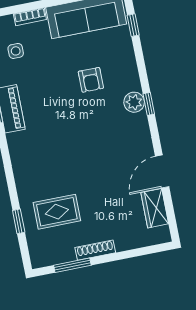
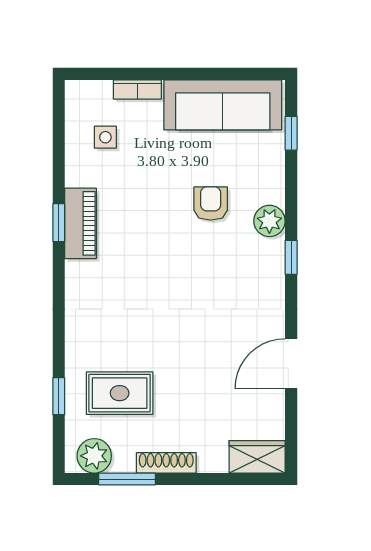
armchair: (91, 80) -> (211, 204), turned 180
plant: (134, 102) -> (269, 221), moved
wardrobe: (155, 208) -> (257, 457), moved, turned 90
plant: (49, 255) -> (94, 456), added

